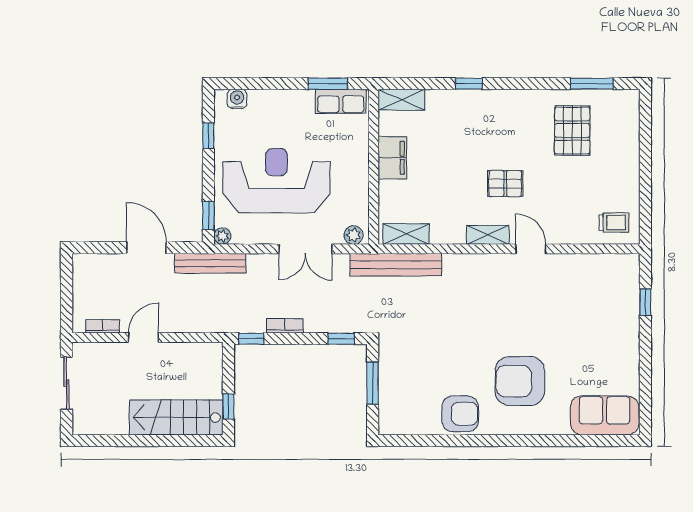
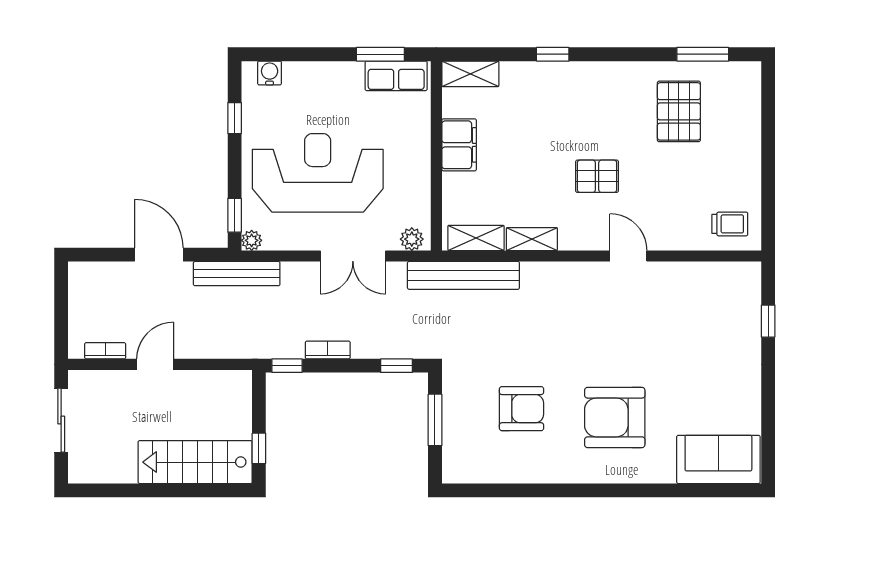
shelving: (488, 235) -> (532, 239), moved
armchair: (460, 414) -> (522, 409), moved

